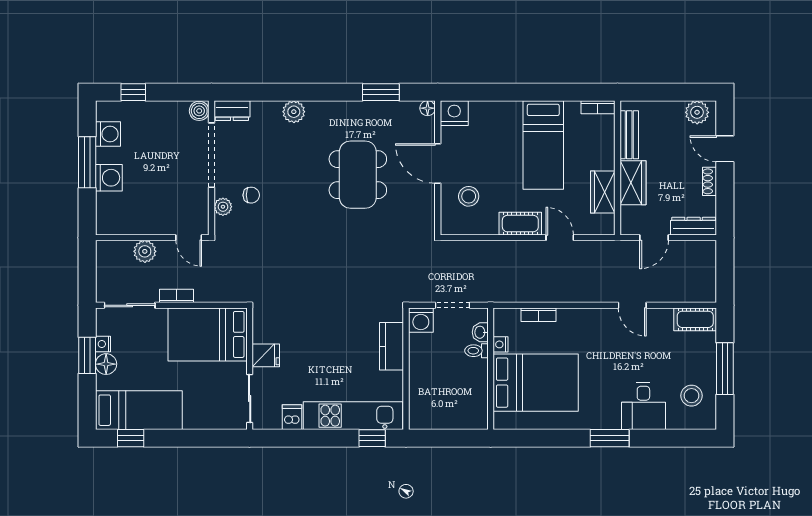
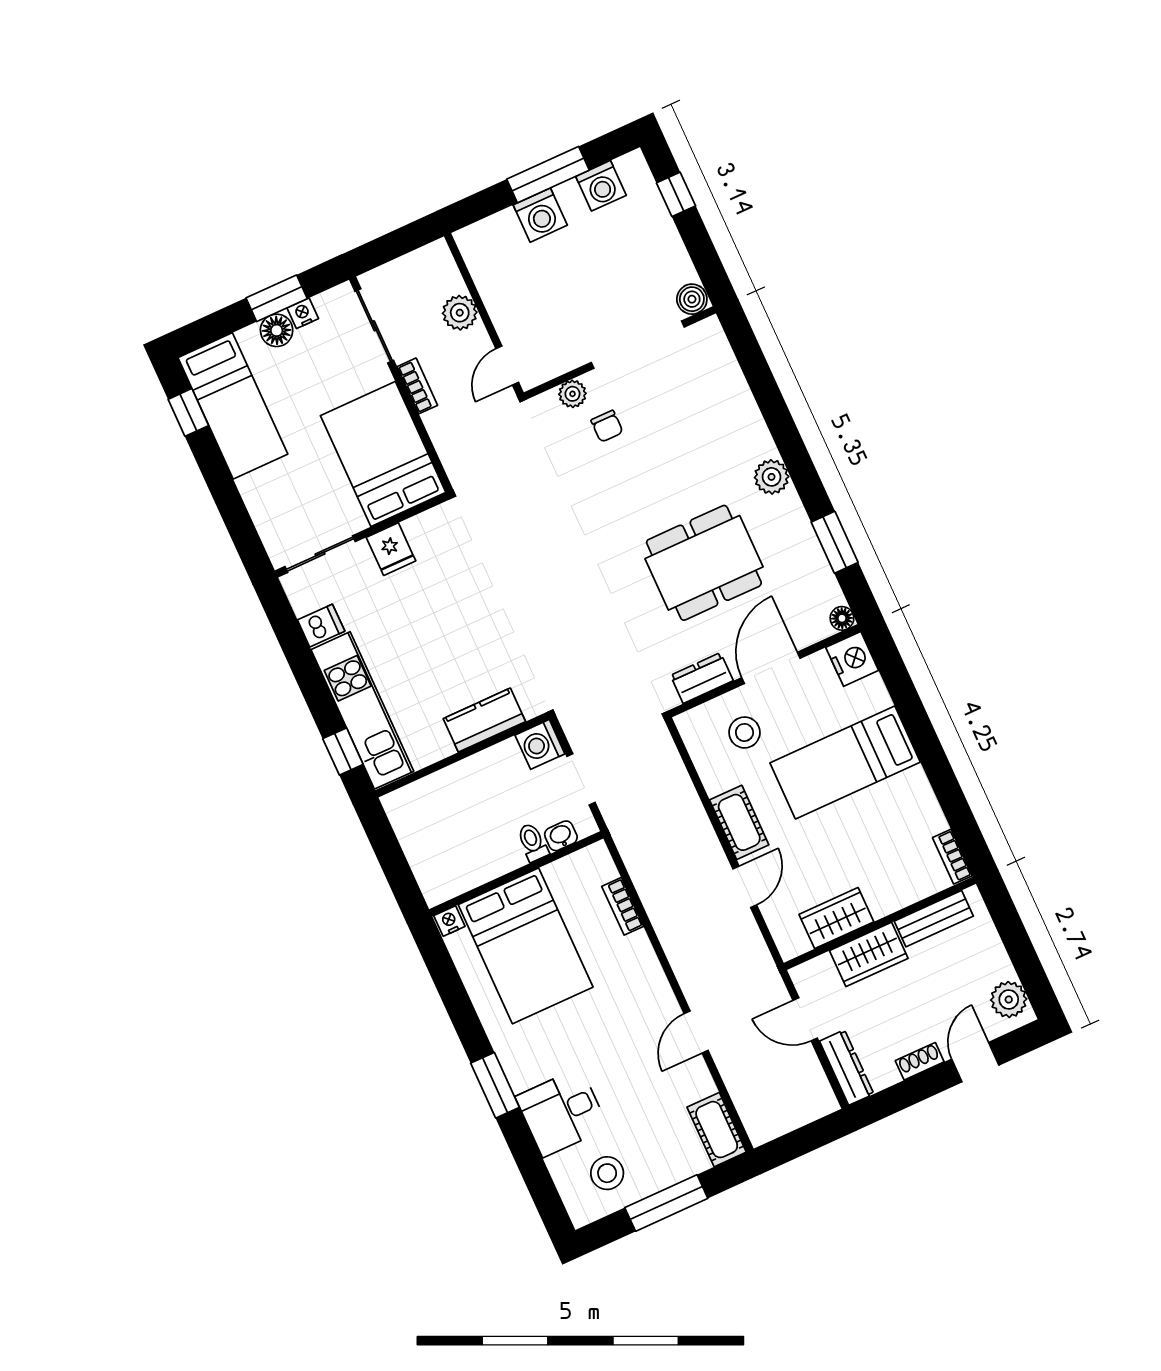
dresser: (232, 111) -> (702, 678), moved, turned 90
plant: (294, 112) -> (772, 477), moved
bed: (543, 145) -> (845, 762), moved
nightstand: (501, 344) -> (449, 921), moved

